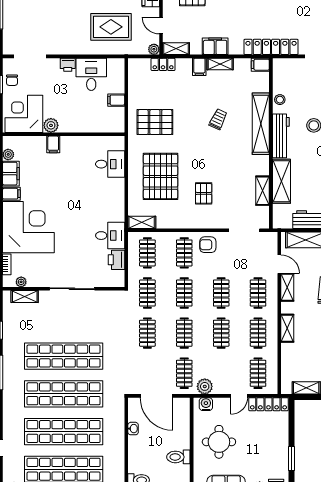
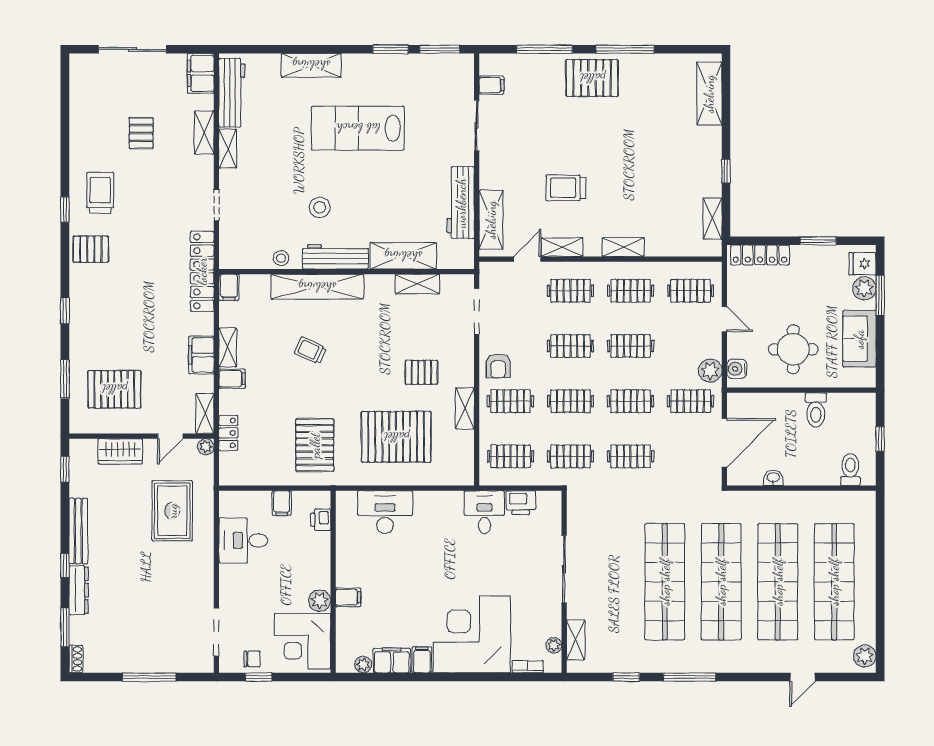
printer: (68, 65) -> (321, 520), moved, turned 180
desk: (110, 164) -> (385, 512), width x1.37
shelving: (142, 222) -> (465, 408), moved
locker: (268, 404) -> (760, 255), moved, turned 90

